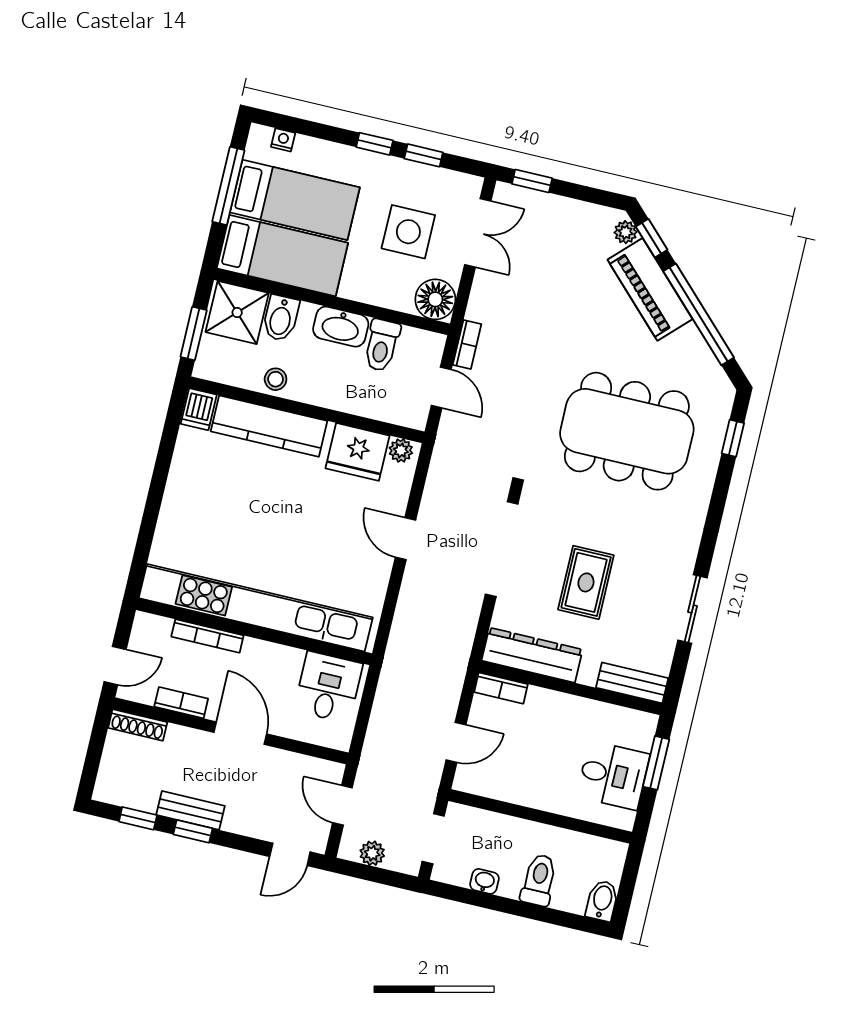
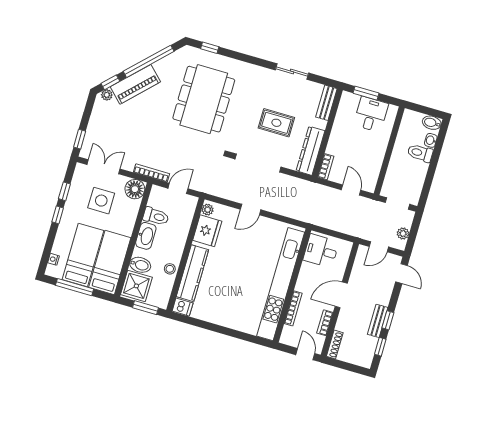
bookcase: (467, 345) -> (152, 173), width x1.56
washbasin: (484, 881) -> (431, 140), moved

